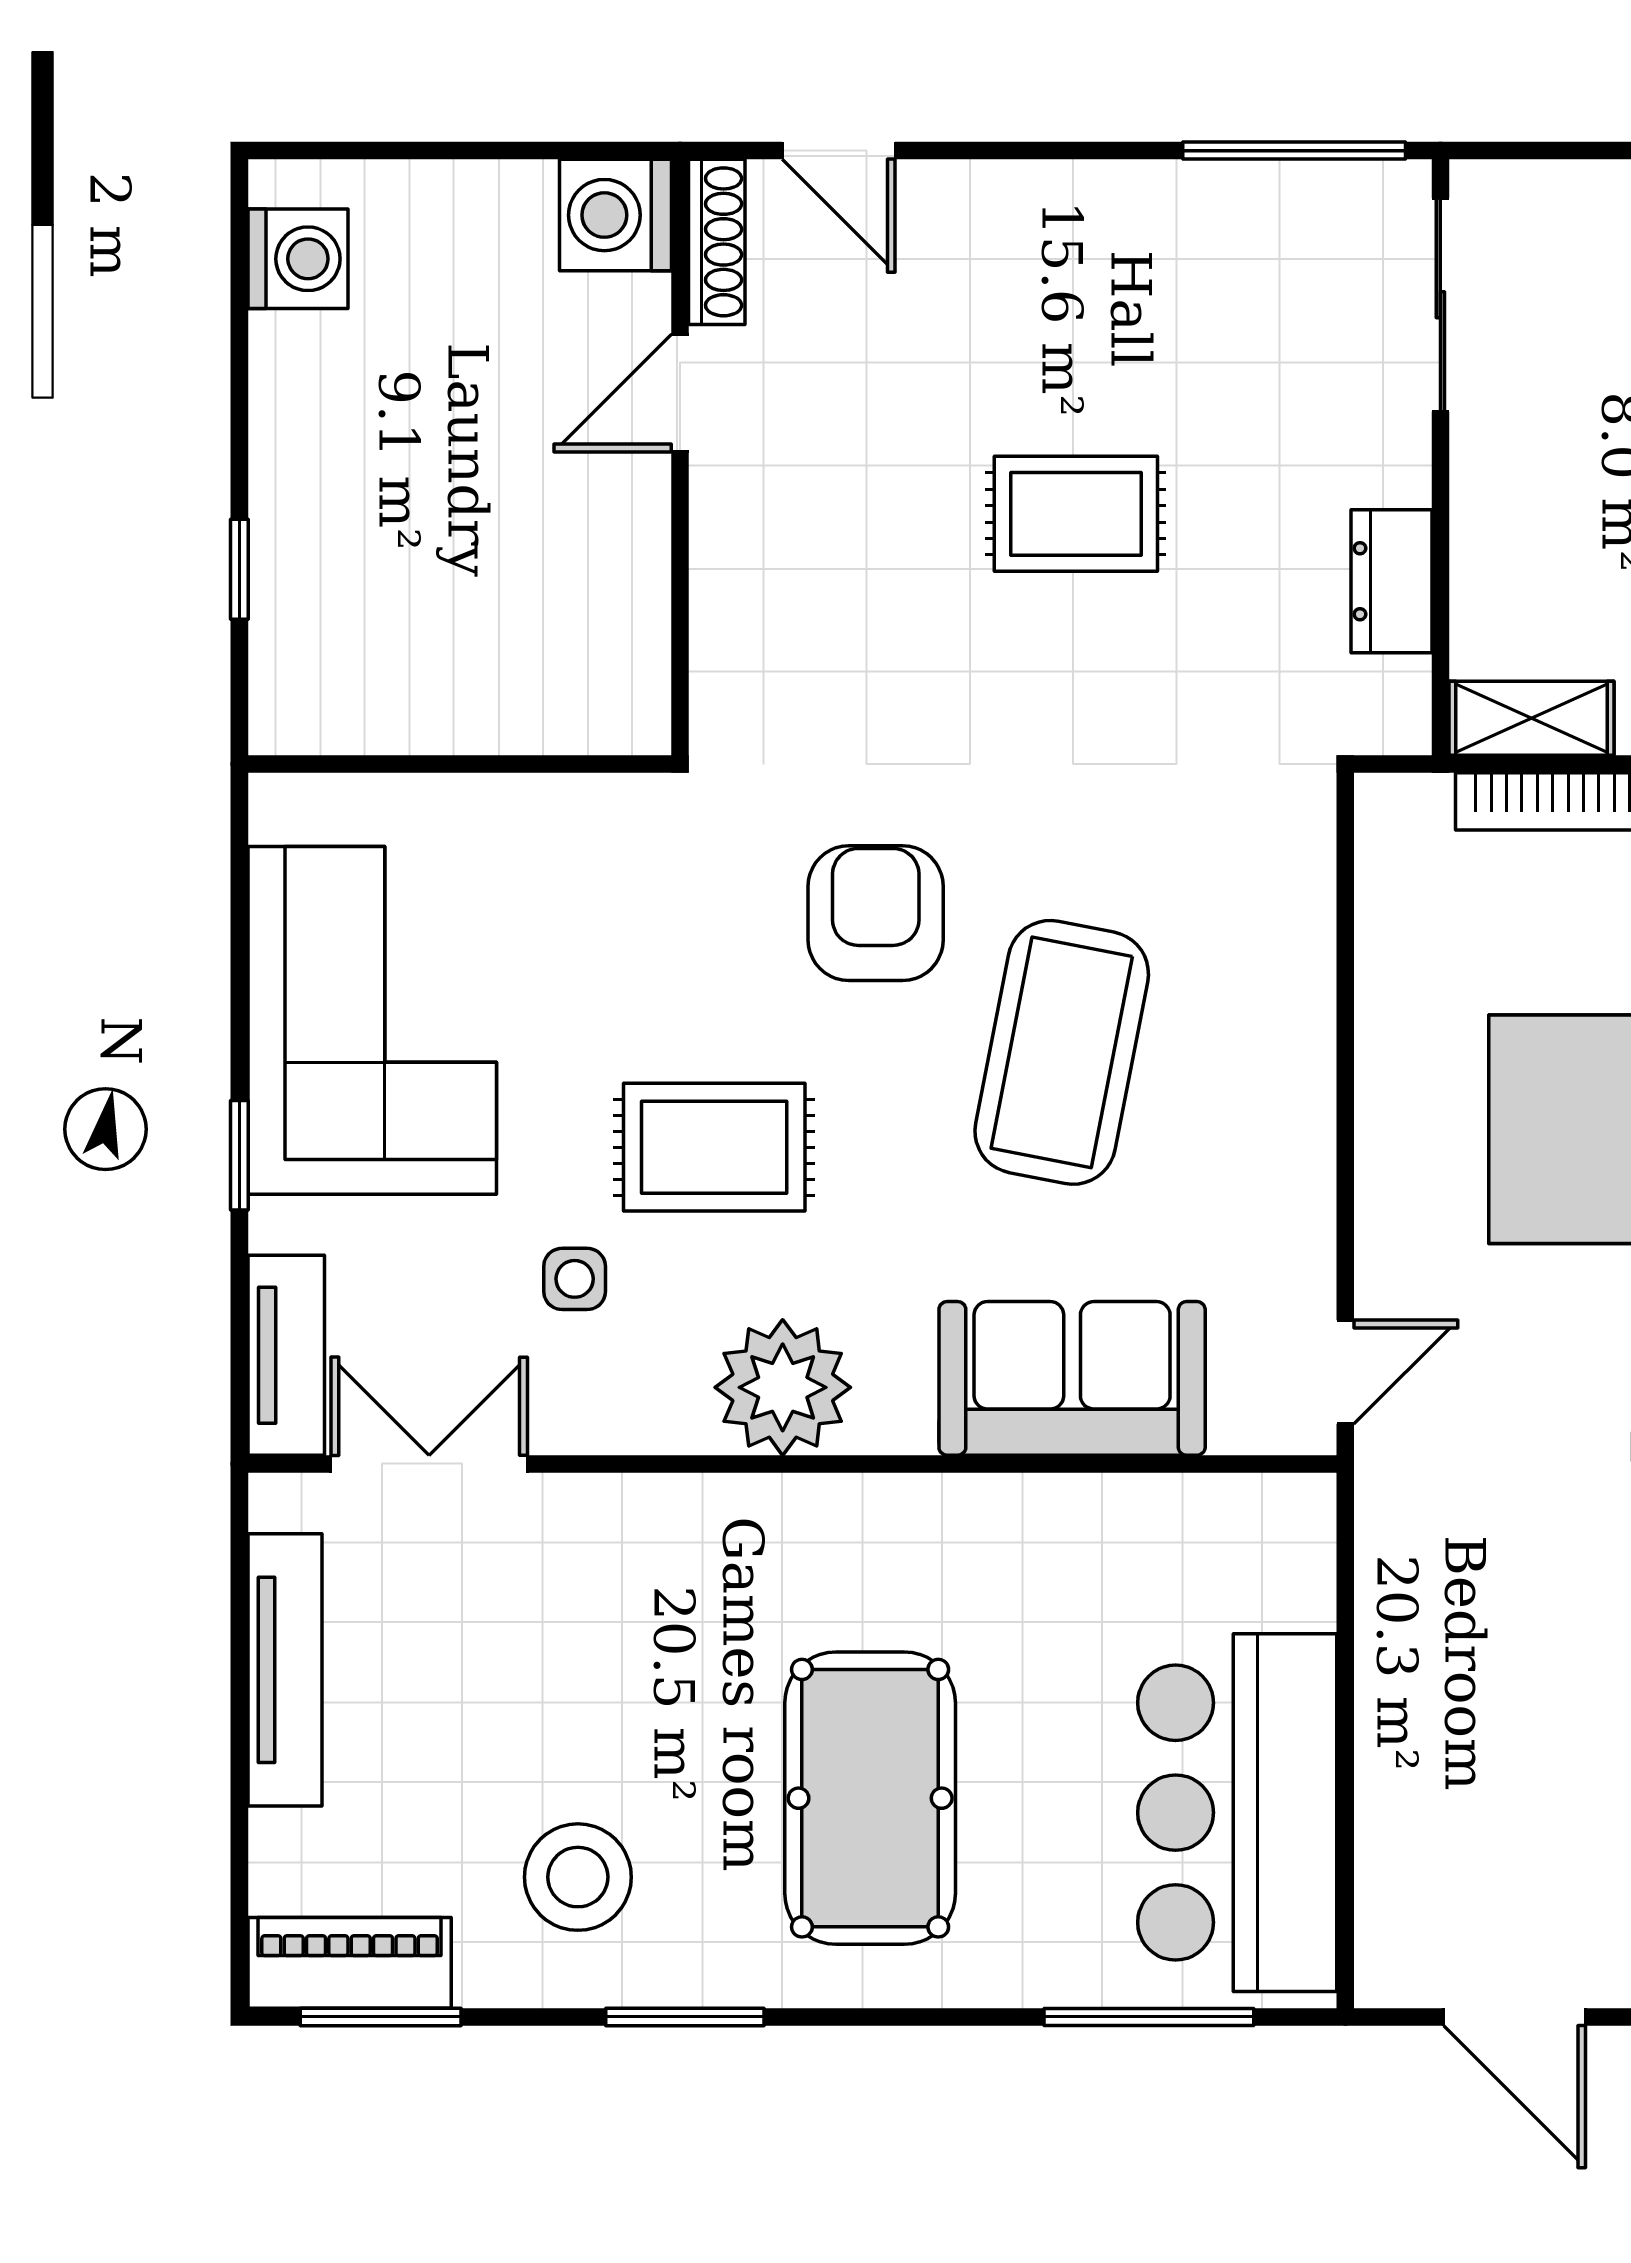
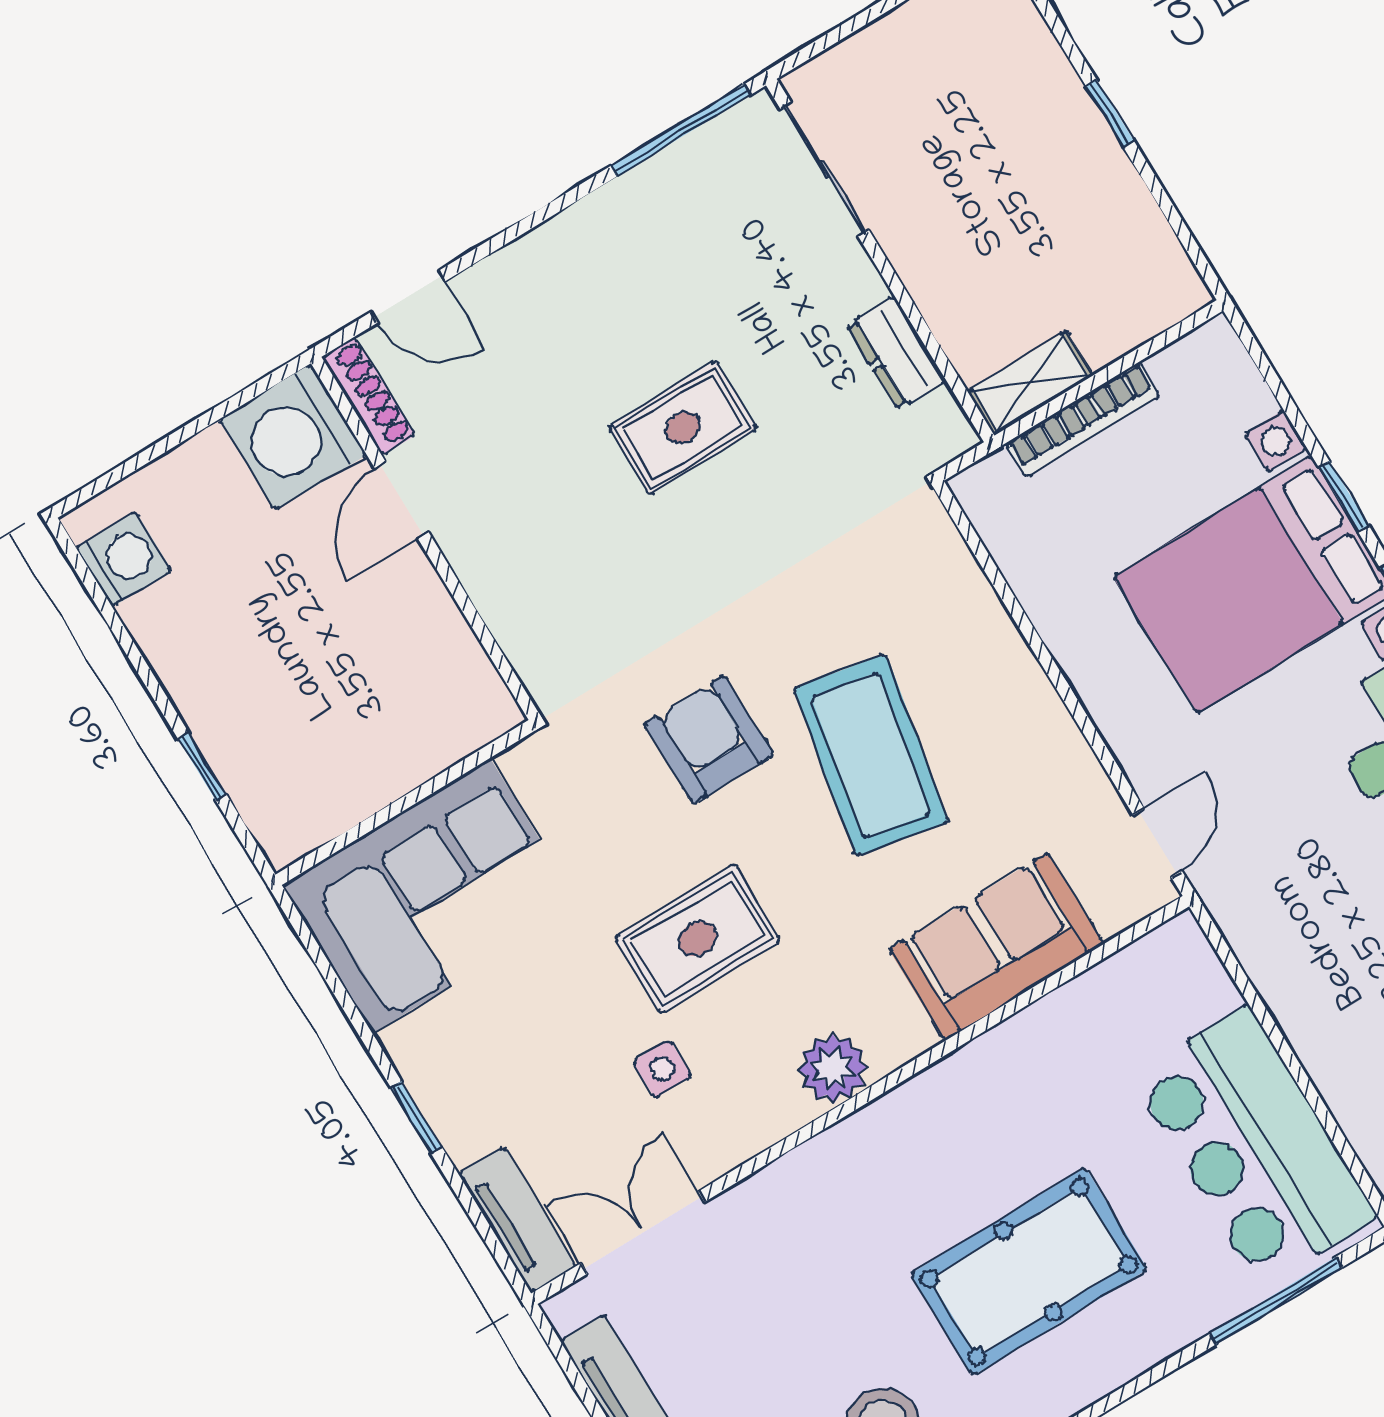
washing machine: (616, 215) -> (293, 437), width x1.37, depth x1.37
corner sofa: (372, 1020) -> (431, 896), moved, turned 90
plant: (783, 1387) -> (833, 1069), width x0.73, depth x0.73
pool table: (870, 1798) -> (1029, 1272), turned 90

